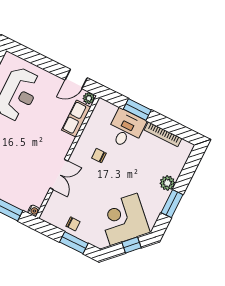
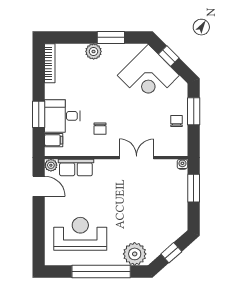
filing cabinet: (109, 111) -> (54, 140), added
bookcase: (163, 134) -> (50, 63), moved

